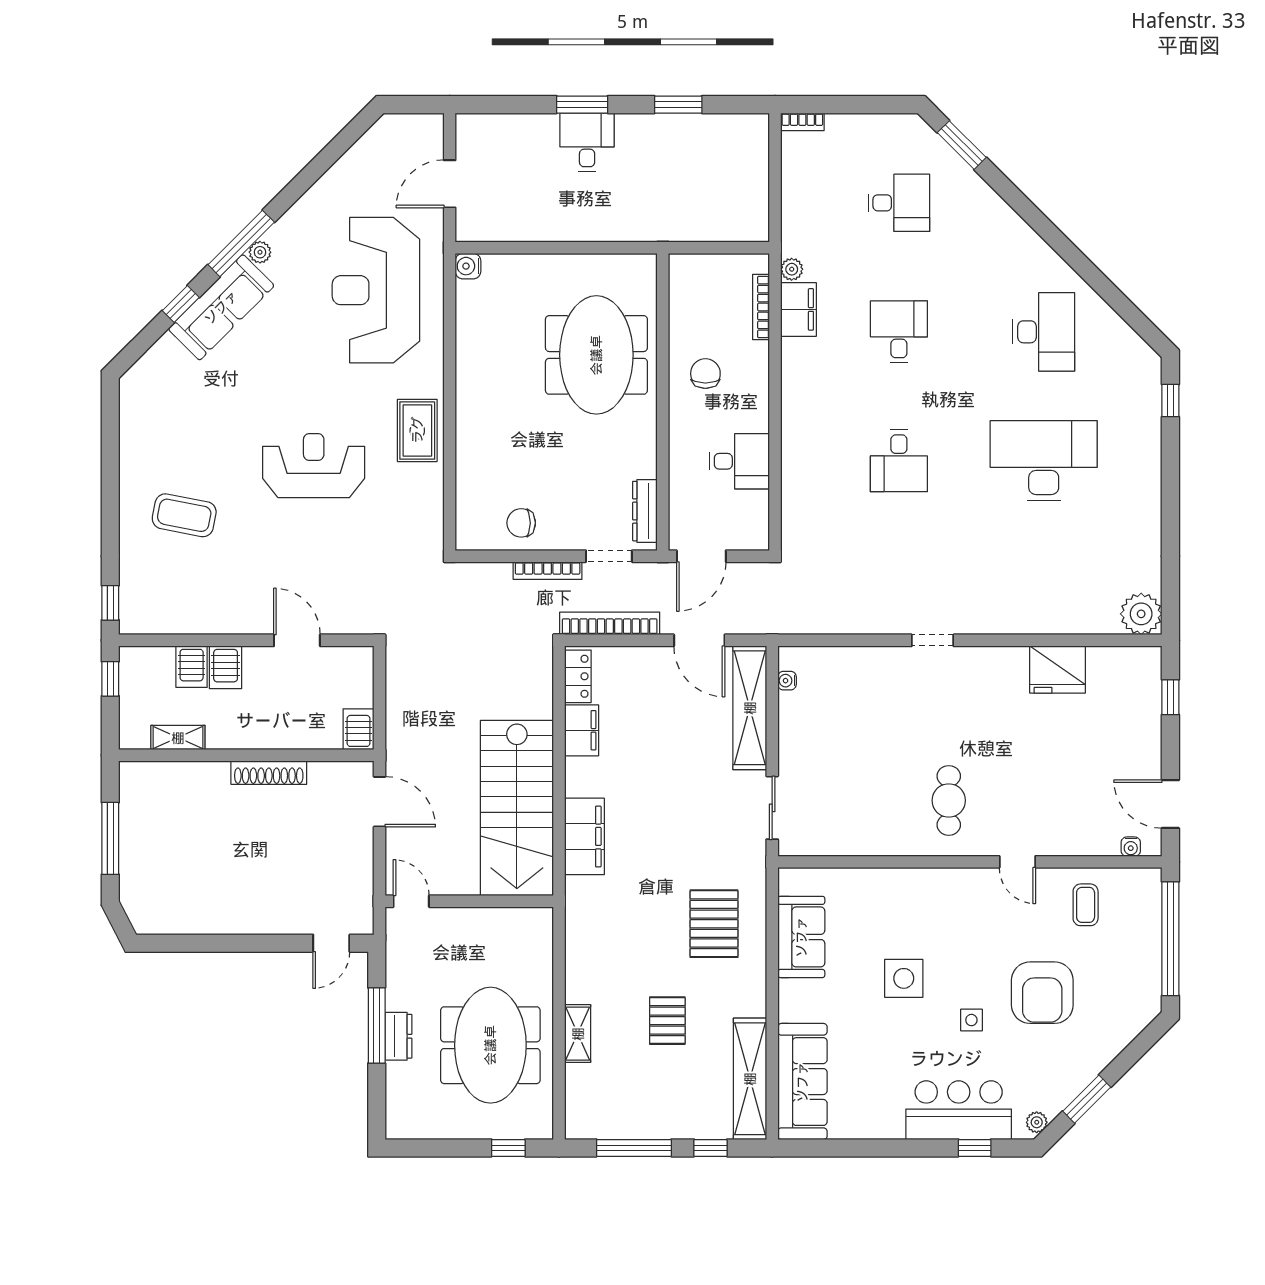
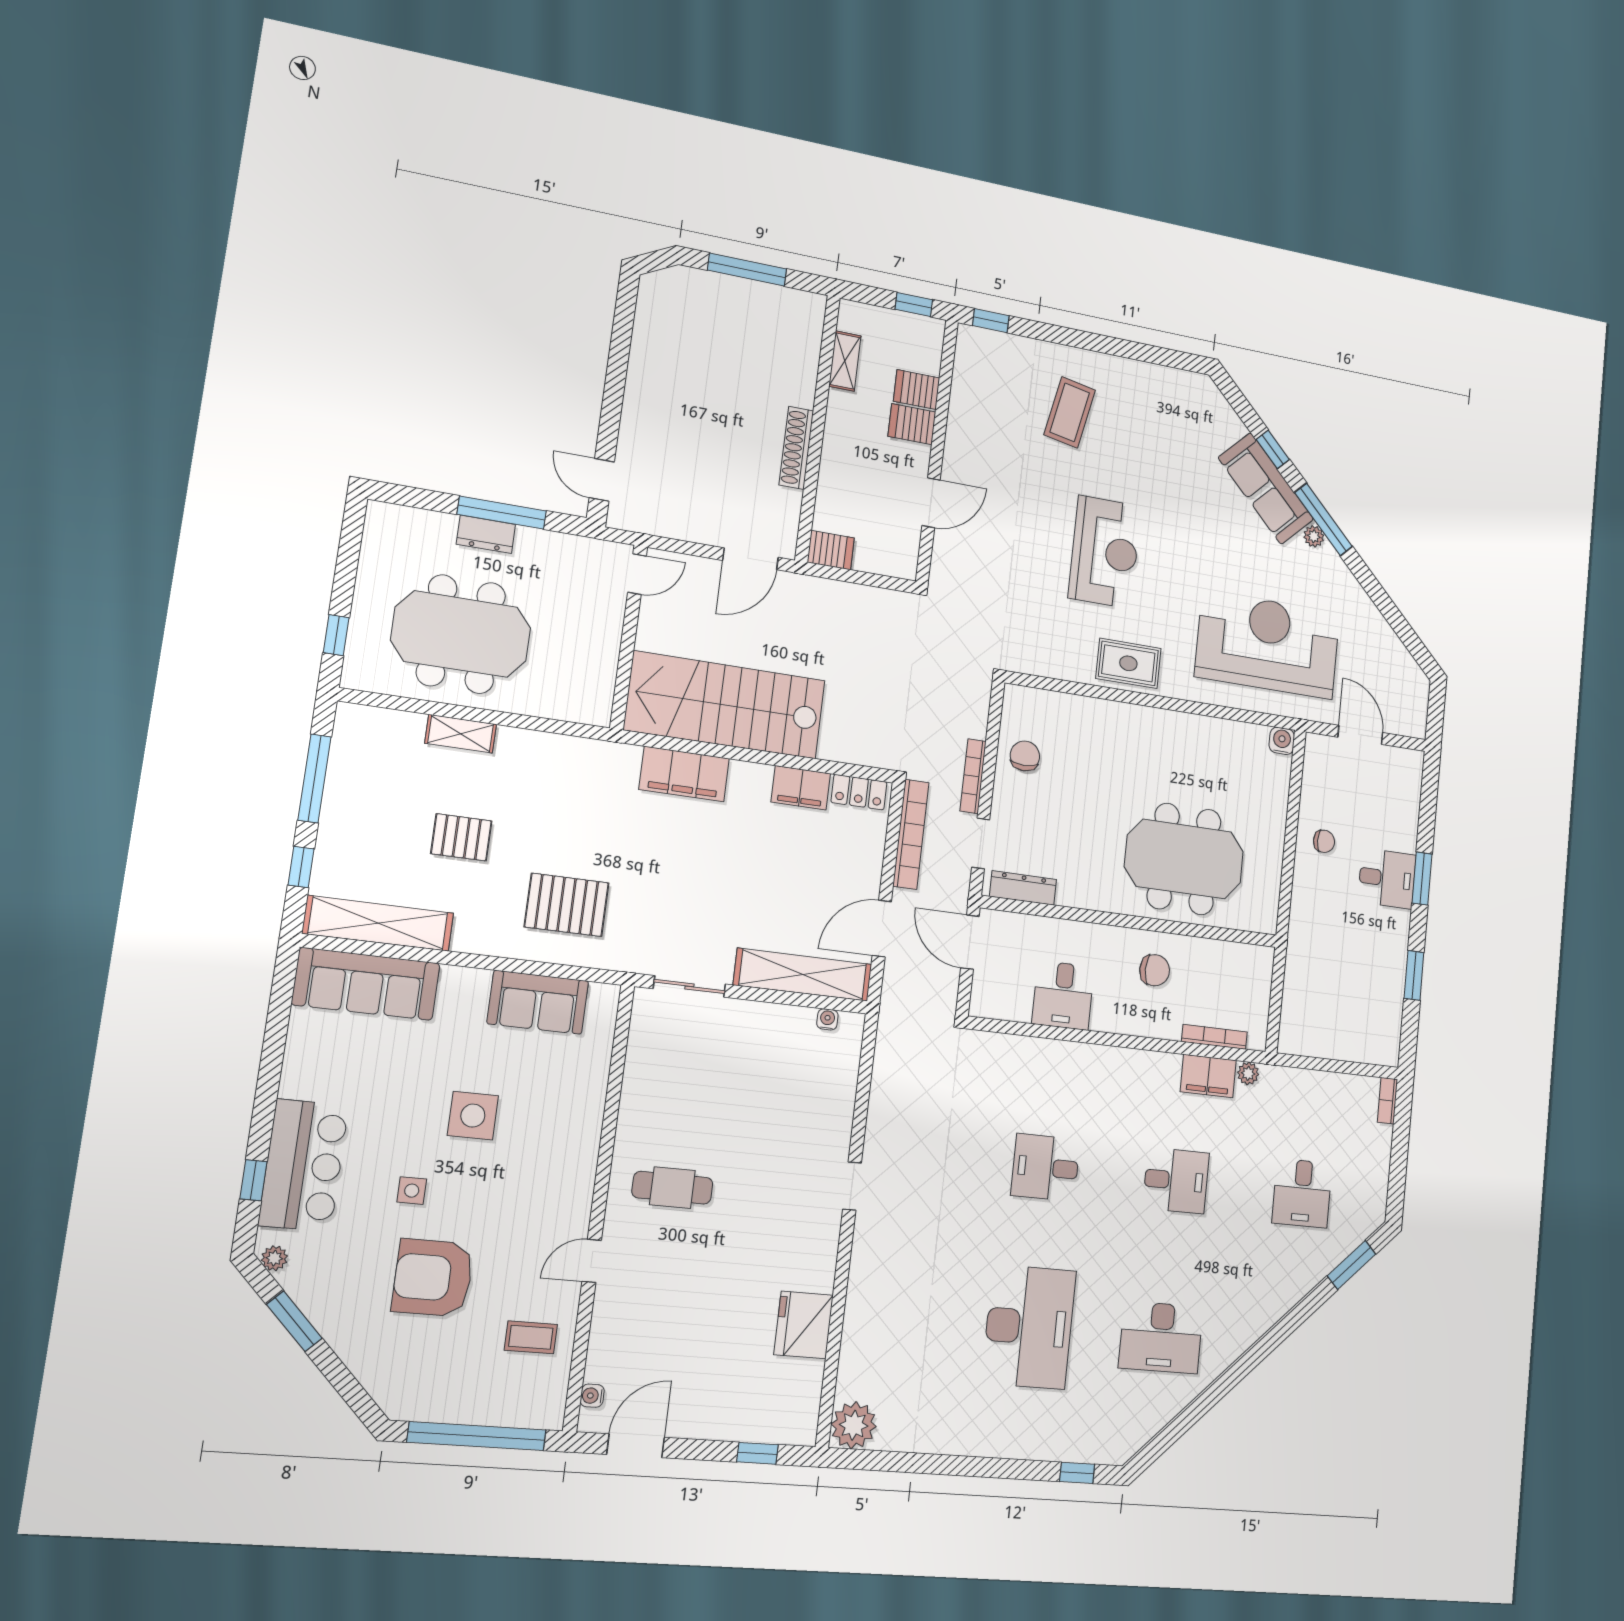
chair: (560, 212) -> (1324, 841), added

